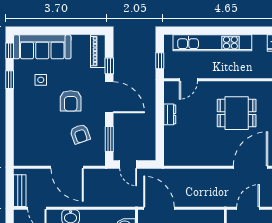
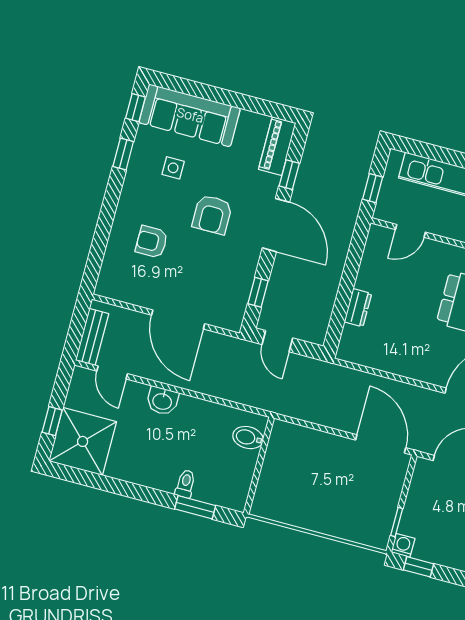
dresser: (170, 114) -> (358, 308), moved
armchair: (80, 134) -> (152, 242), moved, turned 109
window: (109, 139) -> (258, 292), width x0.67
door: (159, 208) -> (381, 444), moved

